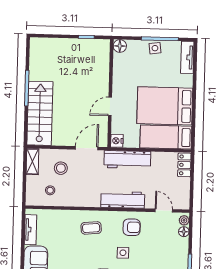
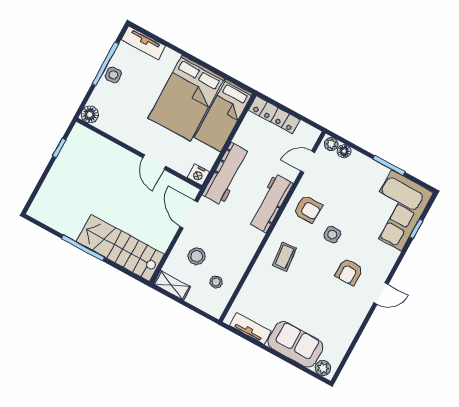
locker: (184, 165) -> (274, 115), width x1.53
armchair: (132, 227) -> (308, 209), turned 90

